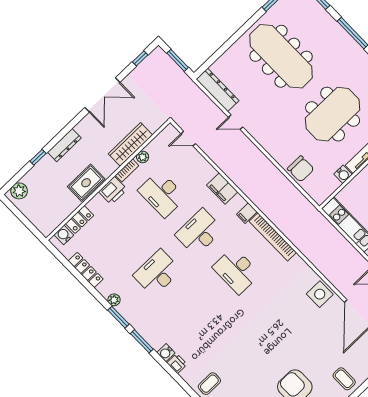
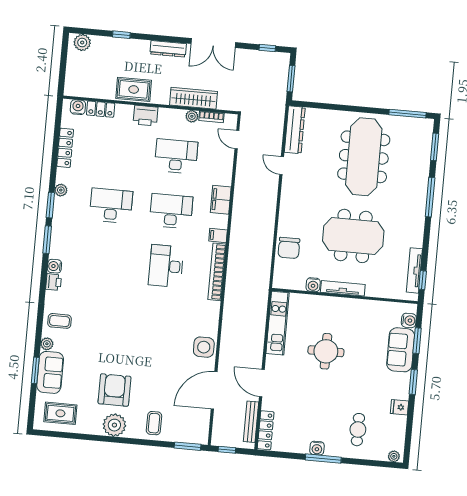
dresser: (64, 145) -> (168, 49), moved
bookcase: (127, 170) -> (211, 117), moved
desk: (162, 194) -> (176, 156), turned 90

